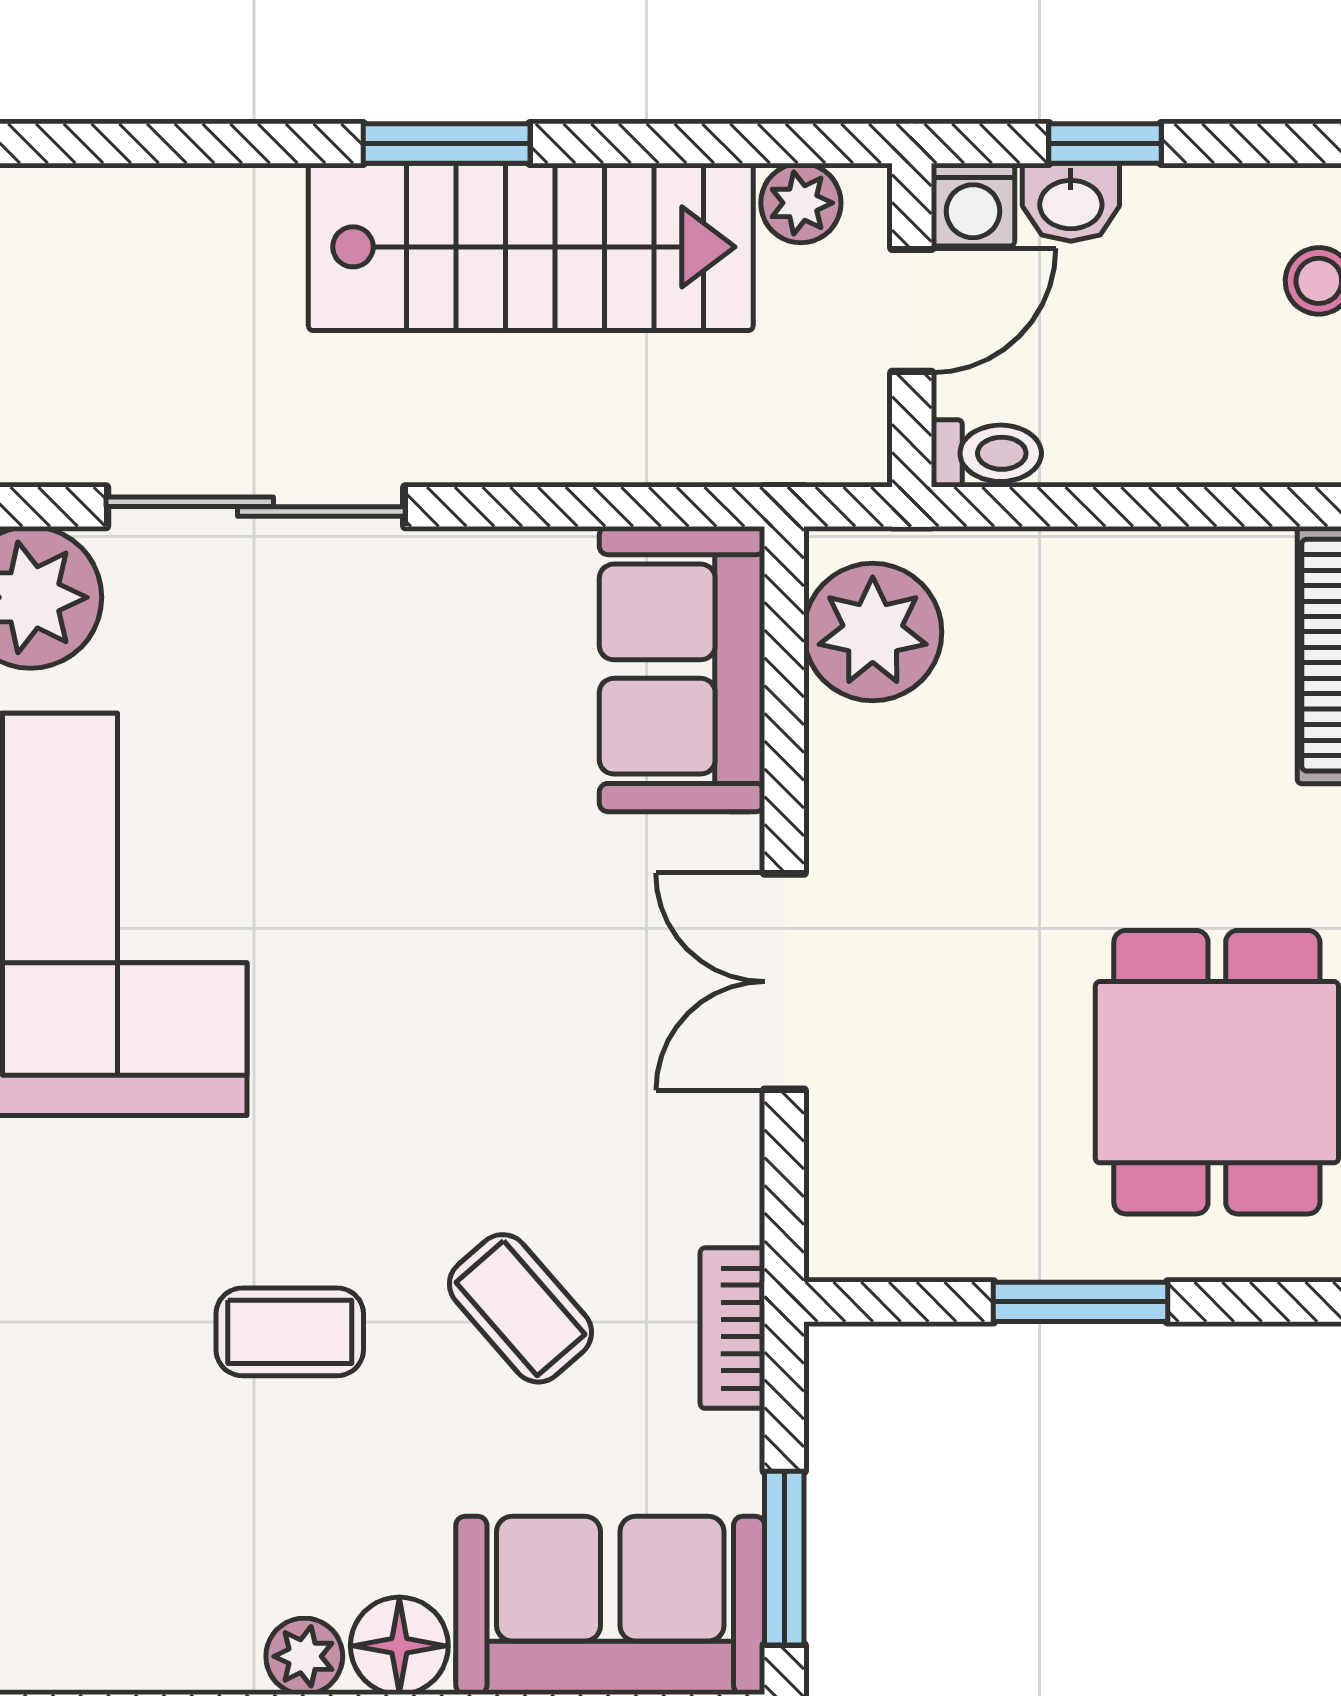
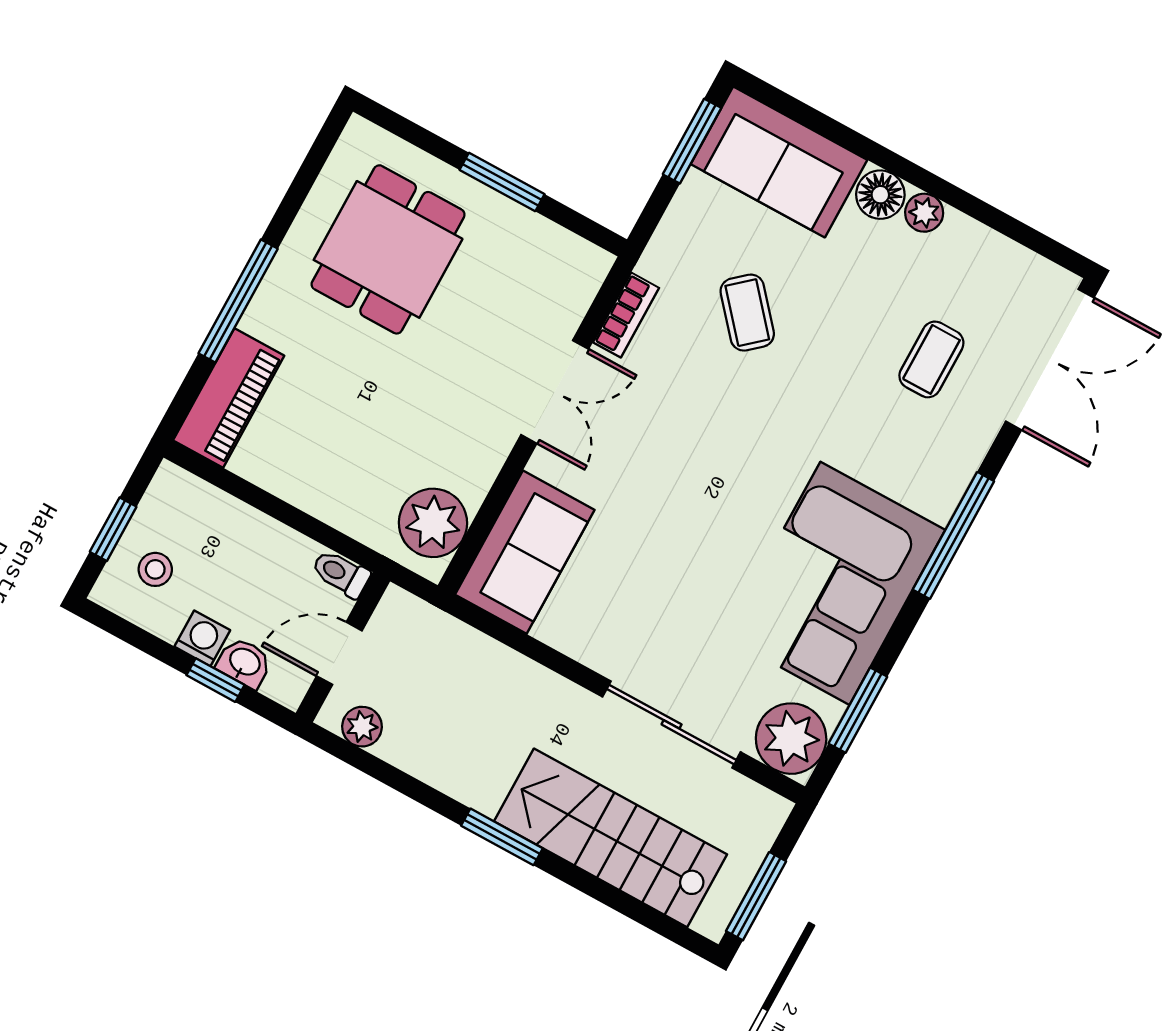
washing machine: (973, 205) -> (202, 638), moved
stairs: (531, 247) -> (611, 838), moved
bookcase: (732, 1328) -> (626, 315), moved
coffee table: (290, 1332) -> (931, 359), moved, turned 90

